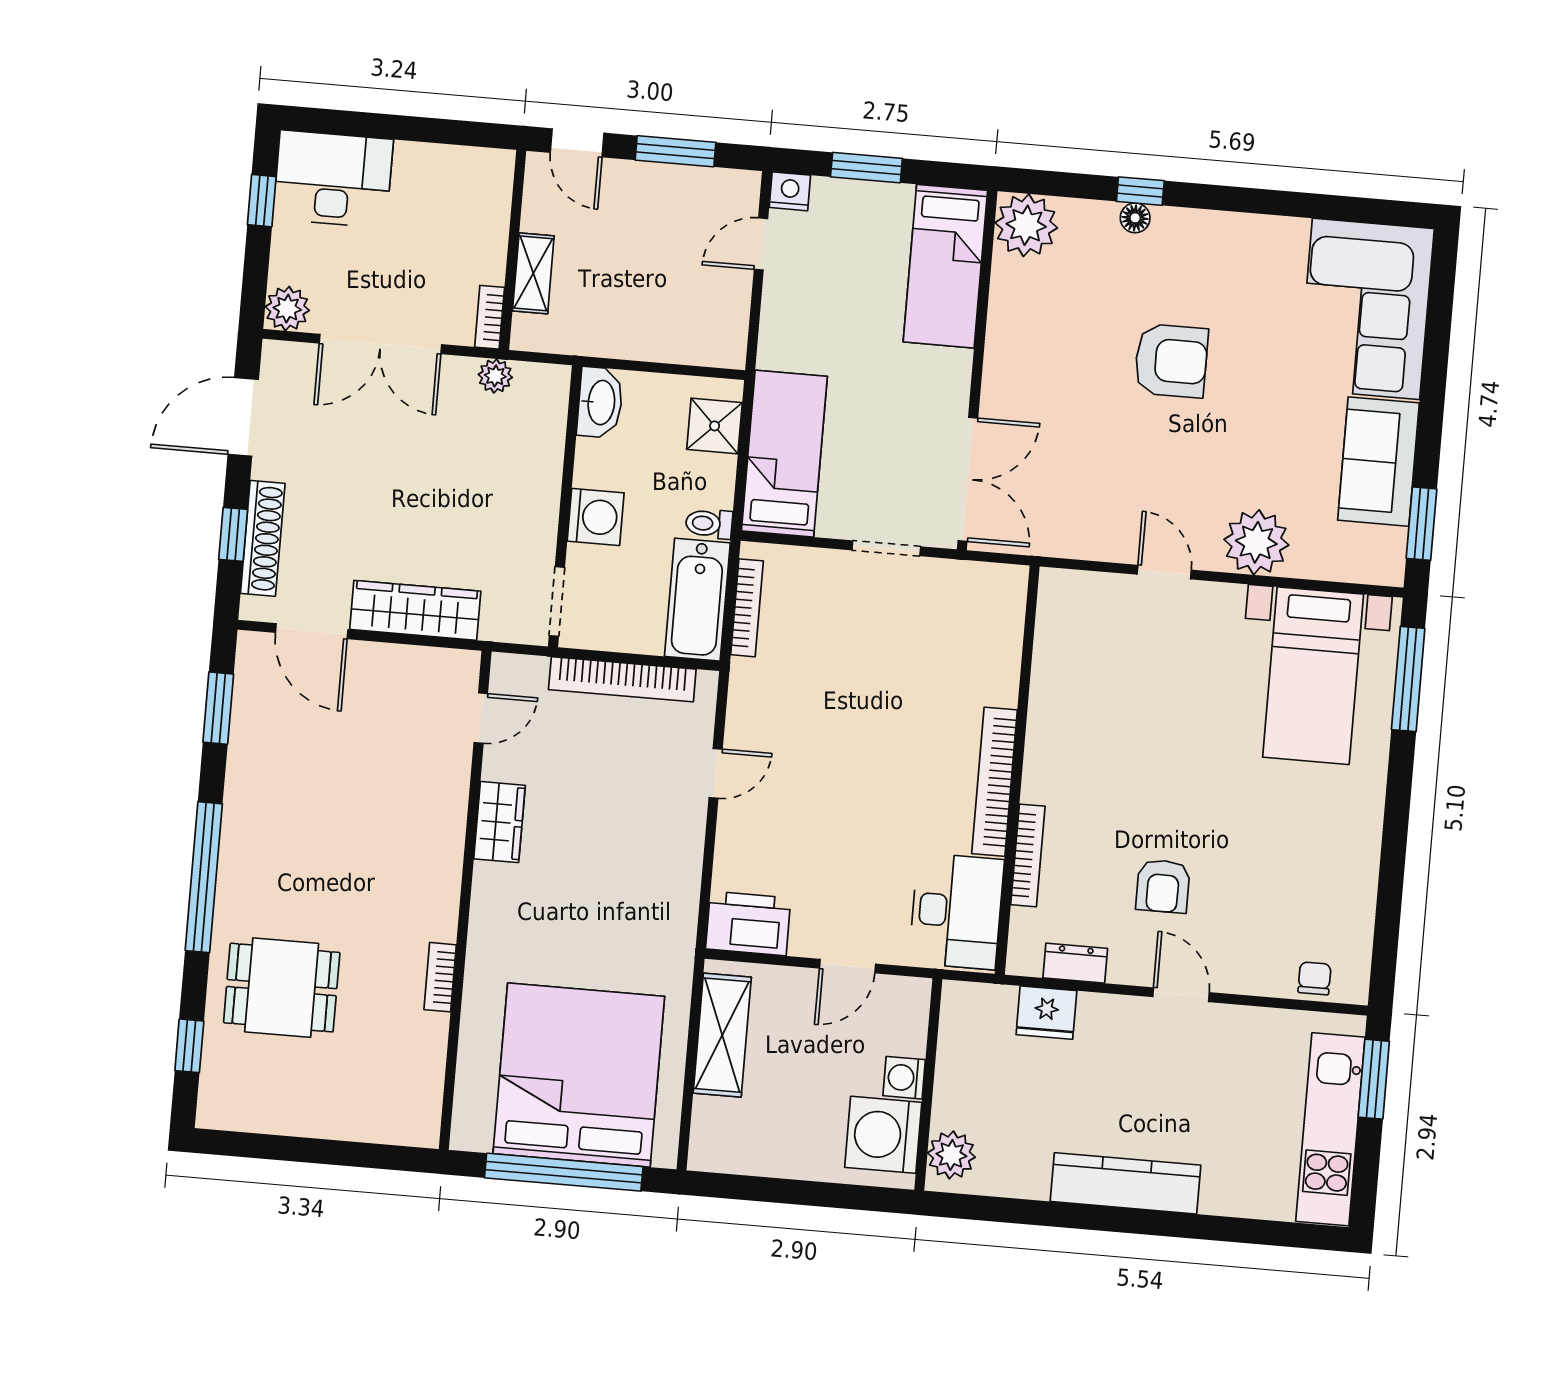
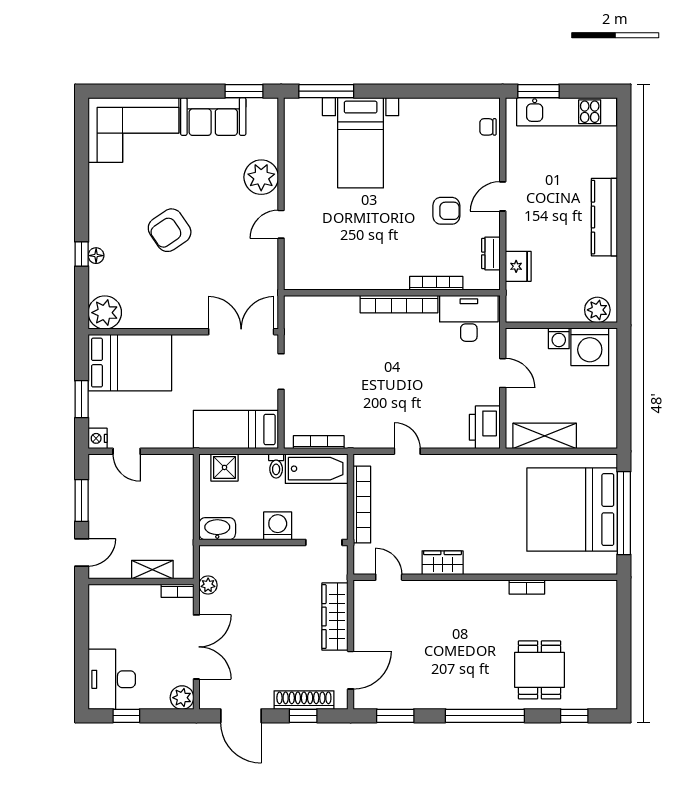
bed: (945, 266) -> (130, 363), width x1.50
armchair: (1171, 361) -> (170, 230), turned -124
bed with nightstands: (1313, 676) -> (361, 143), moved, turned 90

